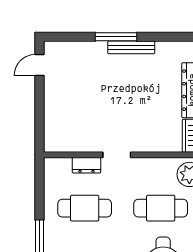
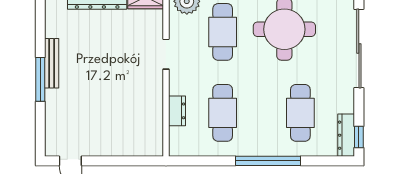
doorway: (117, 155) -> (166, 54), moved

